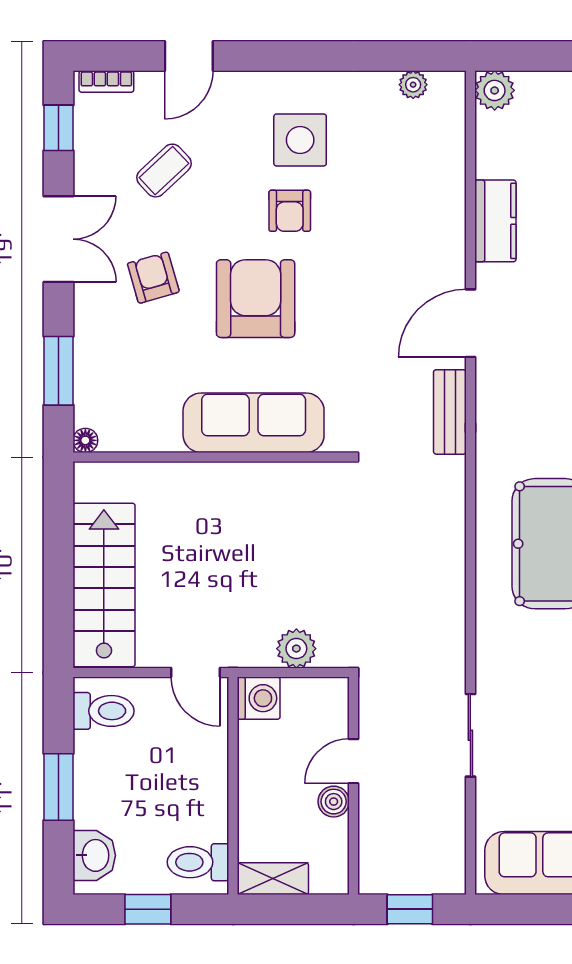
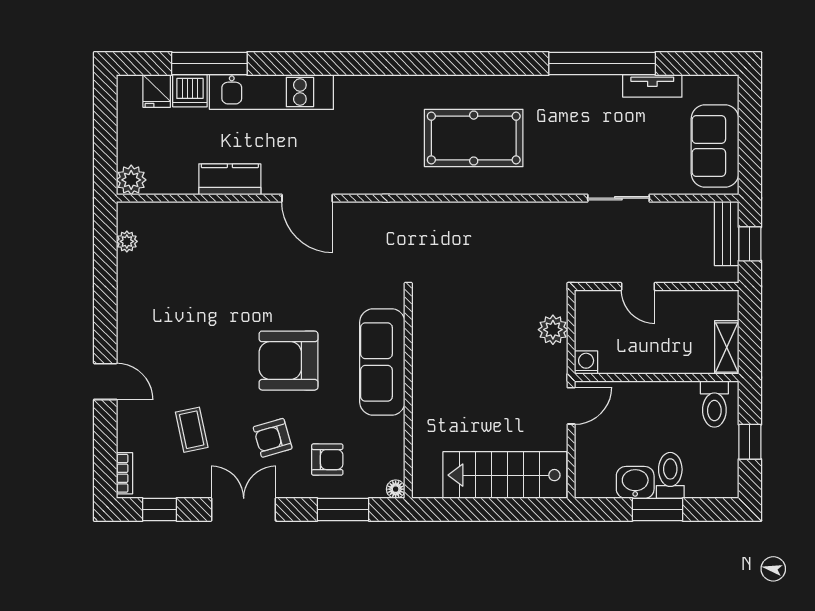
door: (189, 56) -> (105, 381), moved
side table: (300, 140) -> (169, 327), removed
coffee table: (164, 171) -> (192, 430), turned 31
armchair: (290, 211) -> (327, 460), moved
bench: (450, 412) -> (727, 234), moved, turned 90
washing machine: (259, 698) -> (586, 363), width x0.73, depth x0.73
toilet: (104, 711) -> (670, 475), moved
boiler: (334, 802) -> (669, 302), removed
washbasin: (94, 855) -> (635, 482), moved

